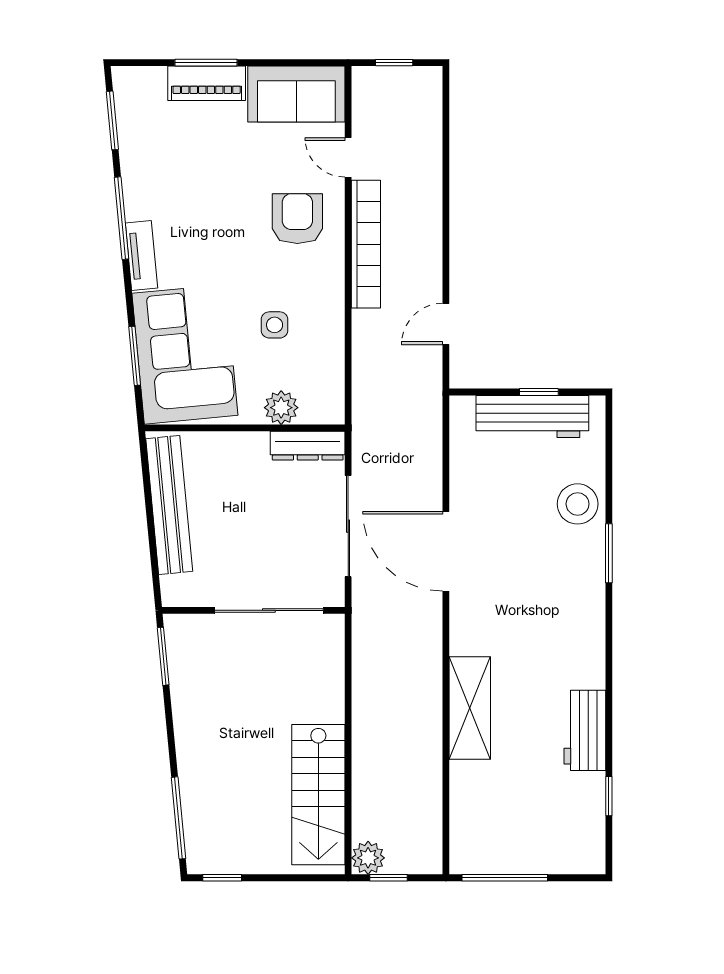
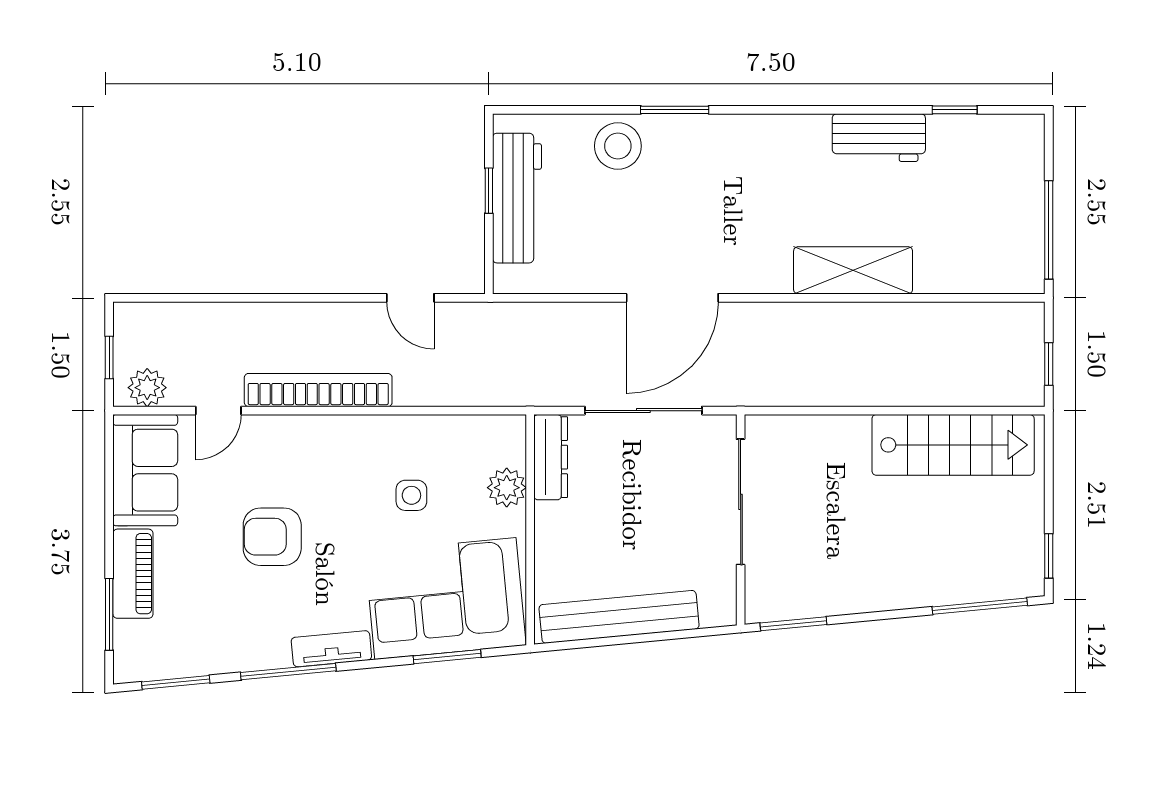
window: (206, 63) -> (109, 614), moved
armchair: (297, 219) -> (272, 537), moved
plant: (368, 858) -> (147, 388), moved

